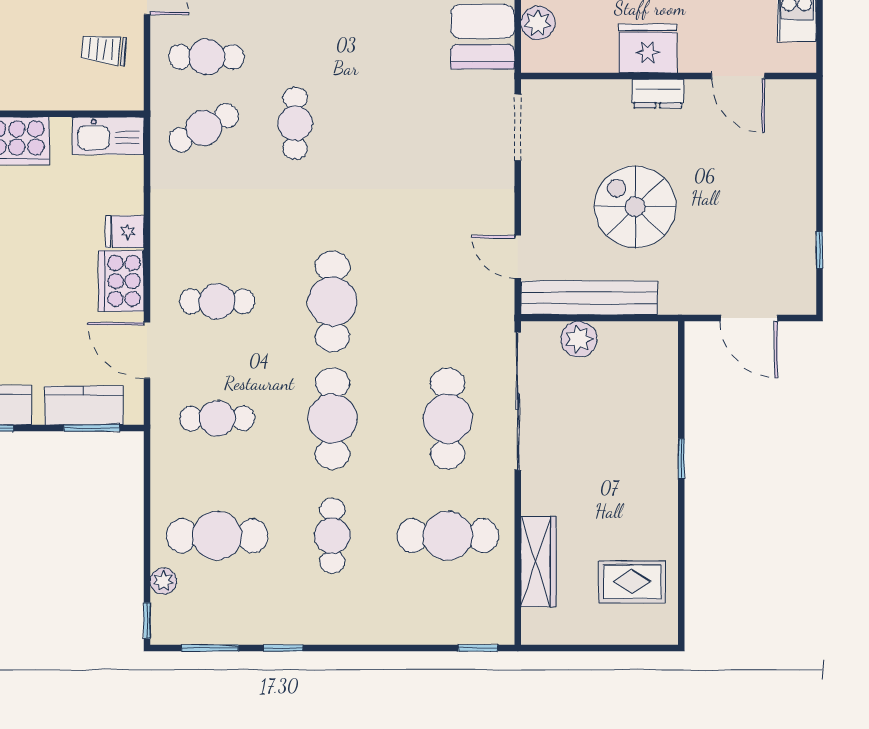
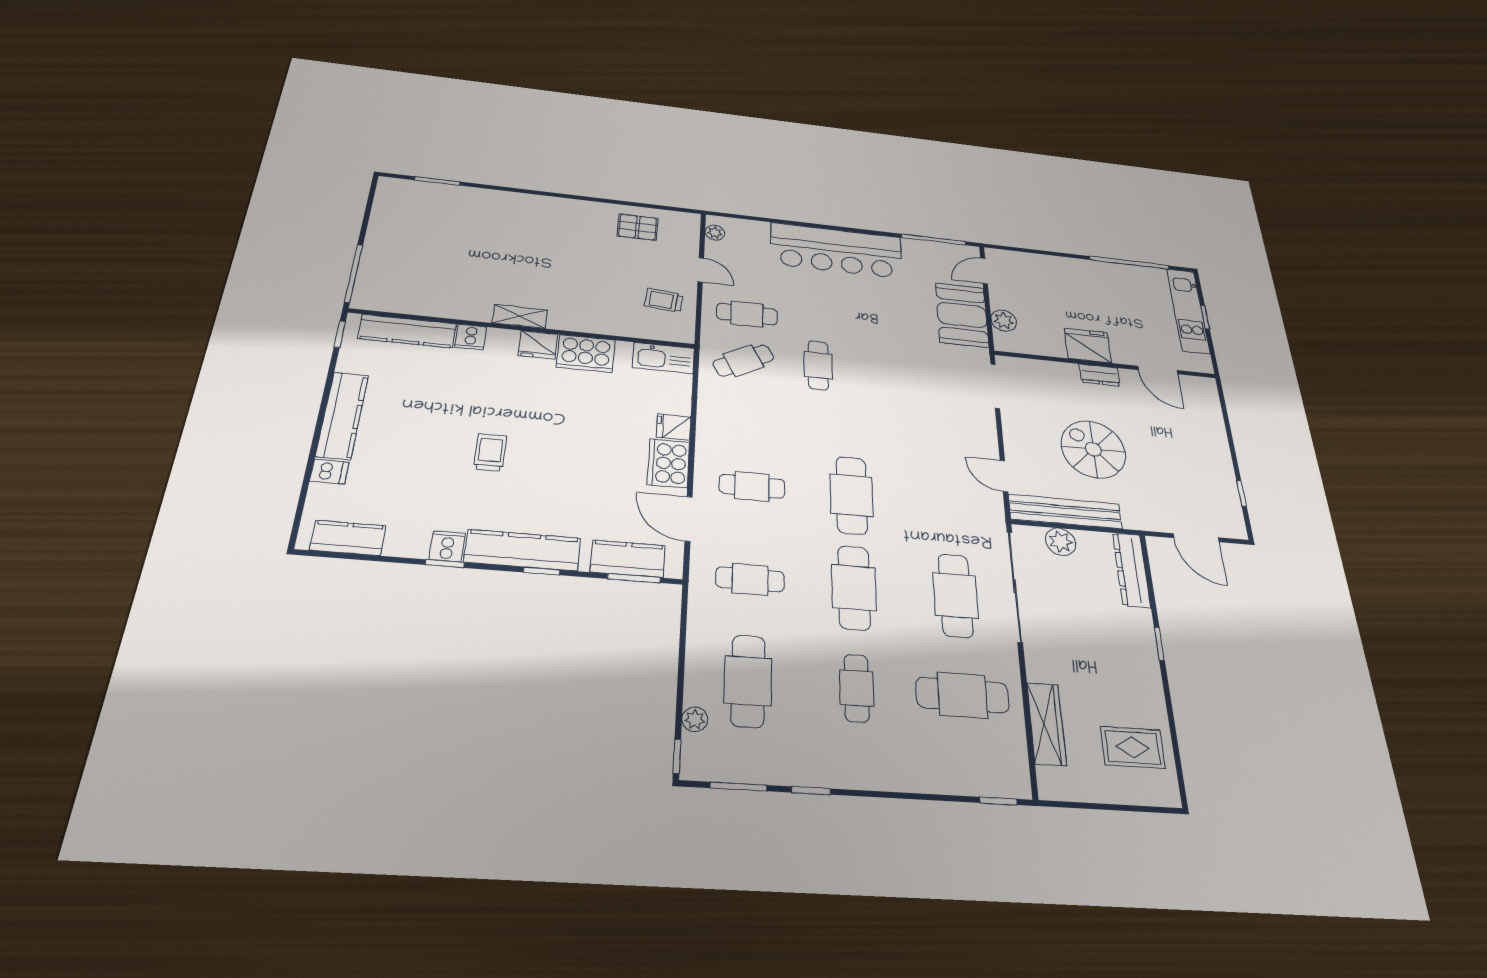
dresser: (661, 368) -> (1131, 570), added
cafe table: (217, 536) -> (748, 681), turned 90

